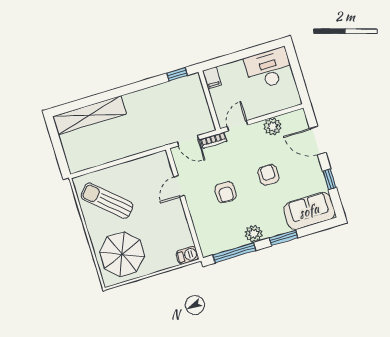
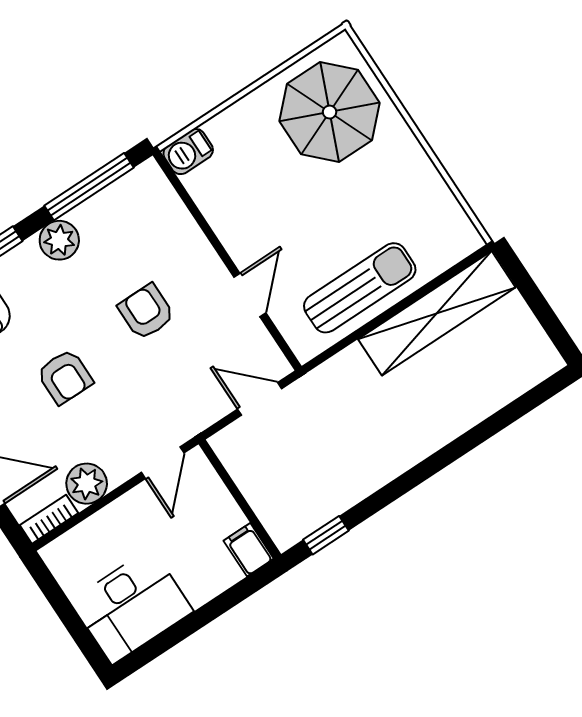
shelving: (89, 115) -> (437, 313), moved
bookcase: (214, 140) -> (49, 519), moved
sun lounger: (107, 201) -> (360, 288), moved, turned -42

